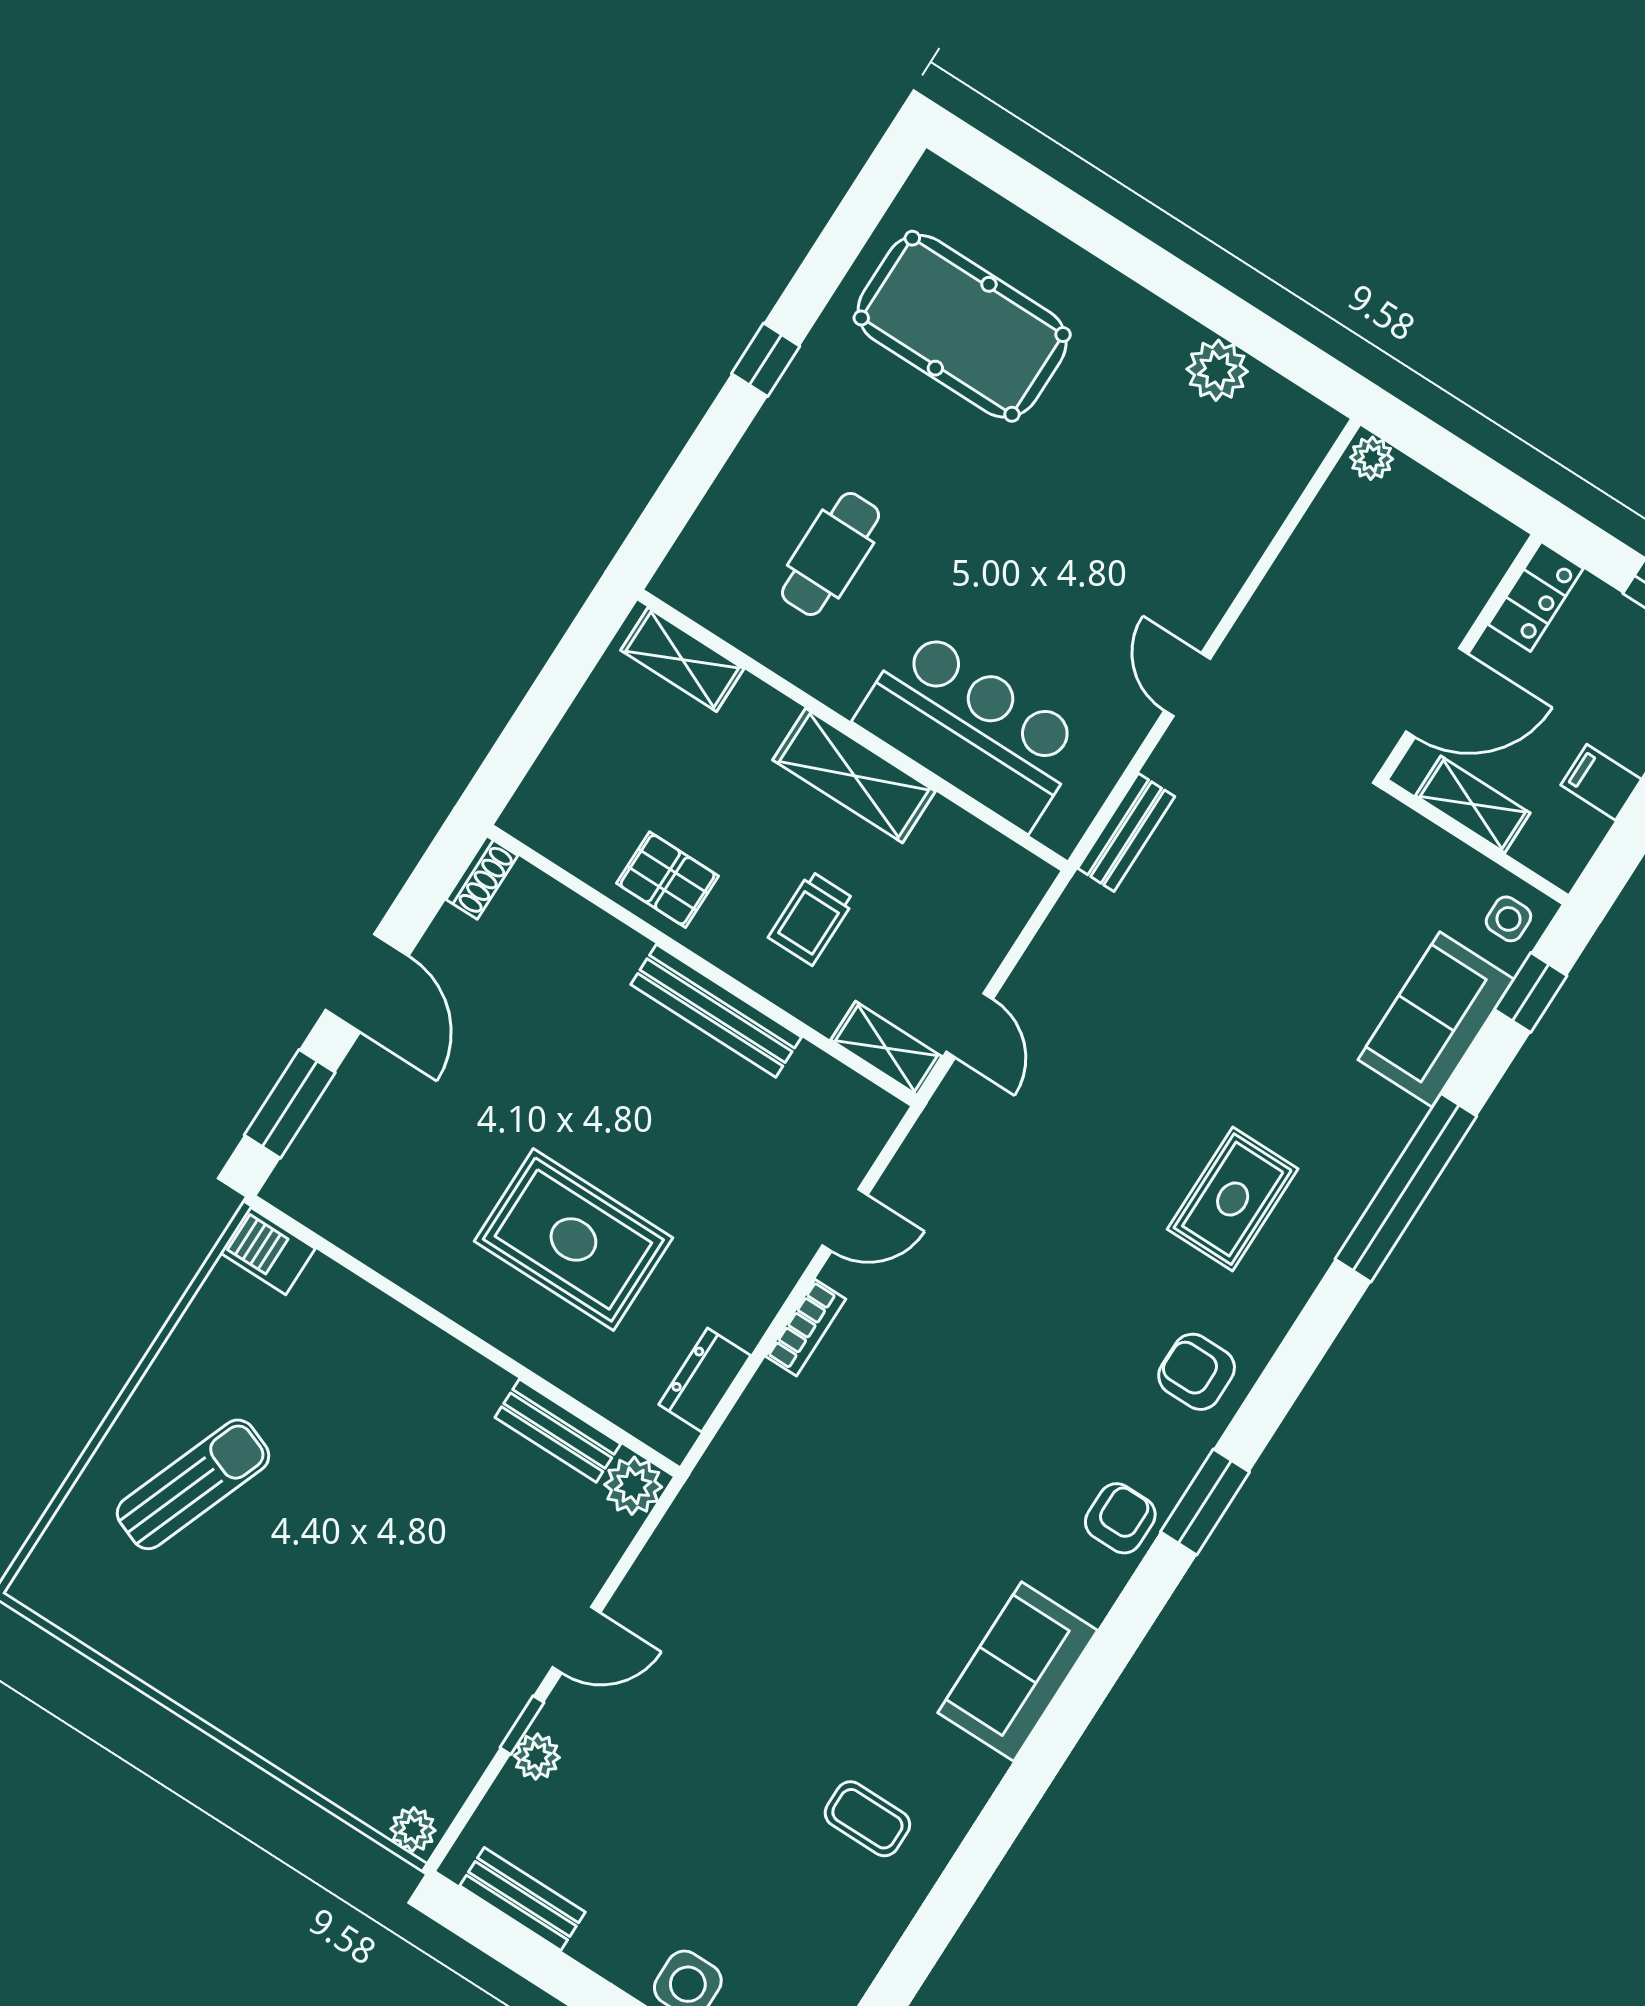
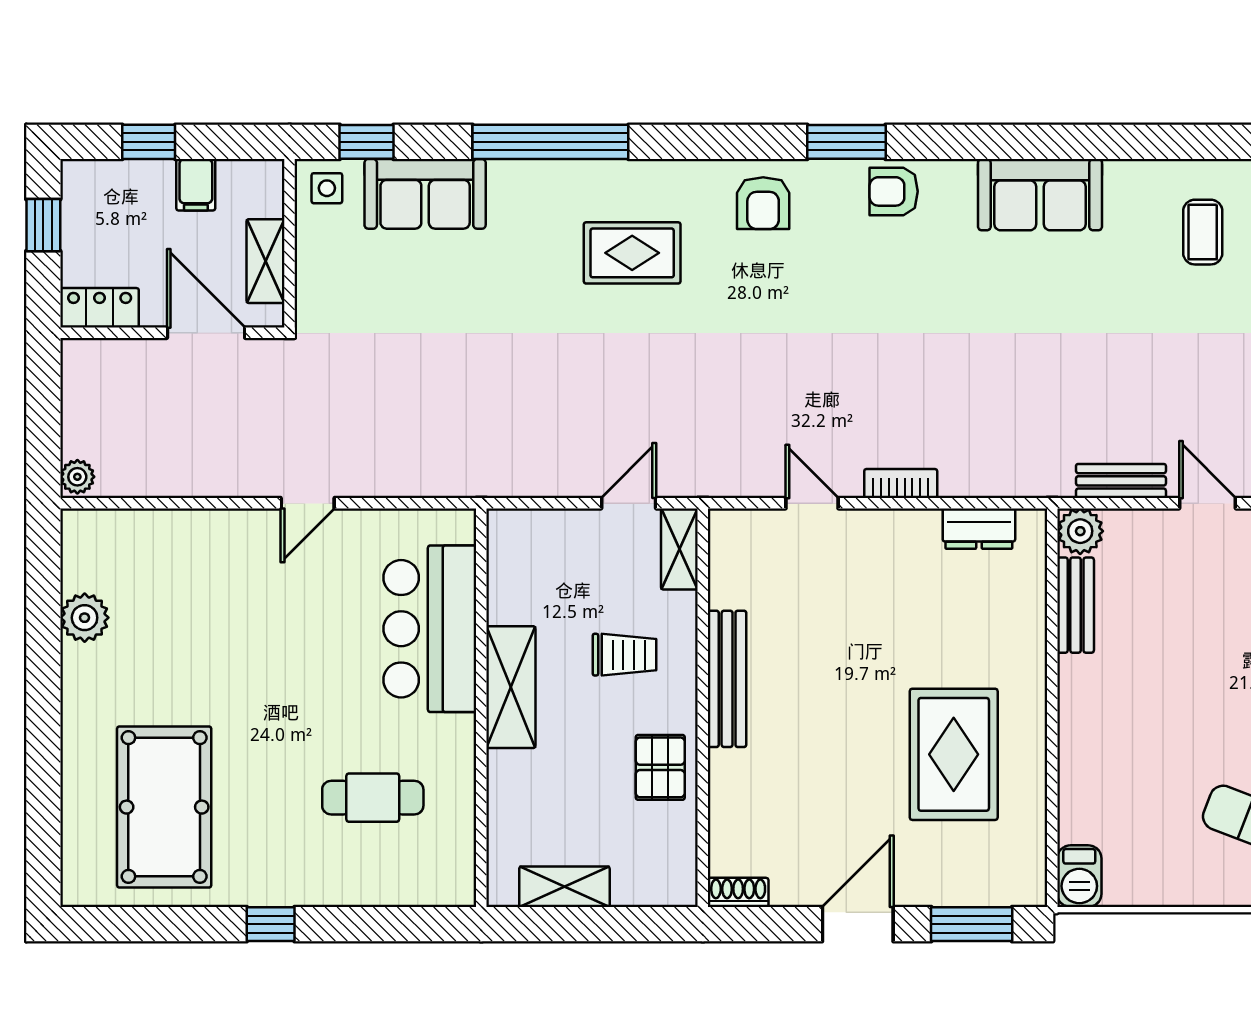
shelving: (682, 660) -> (564, 887), moved, turned 90
bench: (1126, 832) -> (1121, 481), moved
rug: (573, 1239) -> (954, 754), moved

